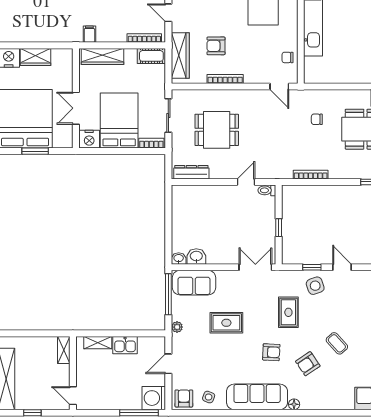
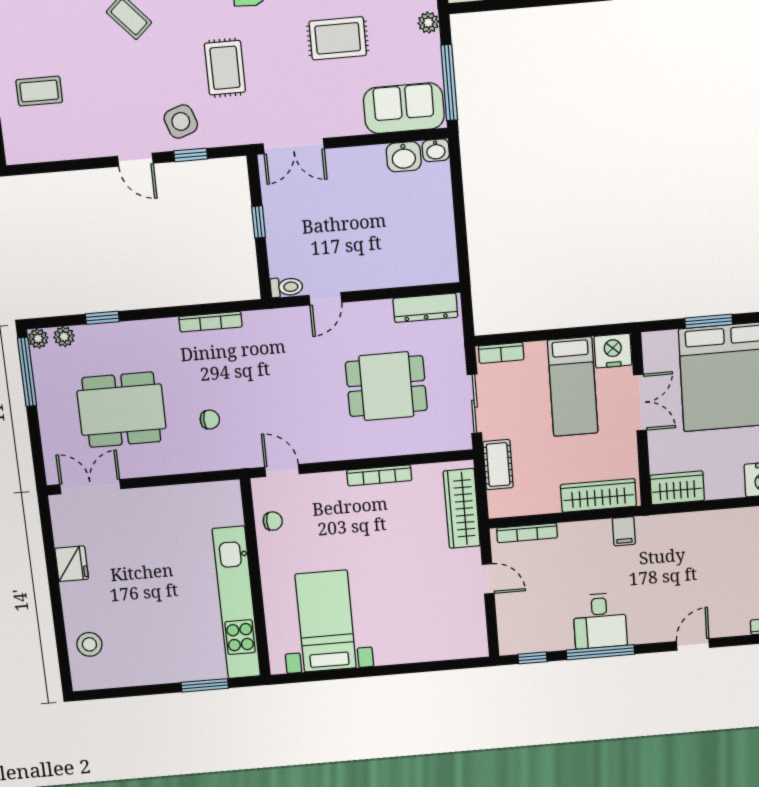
armchair: (216, 46) -> (400, 530), removed
cot: (151, 56) -> (498, 465), moved, turned 90
wardrobe: (36, 57) -> (677, 488), moved
bed: (119, 121) -> (573, 387), width x0.67

